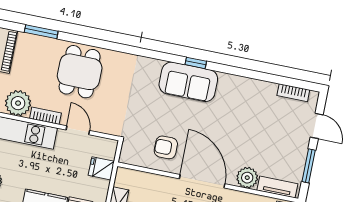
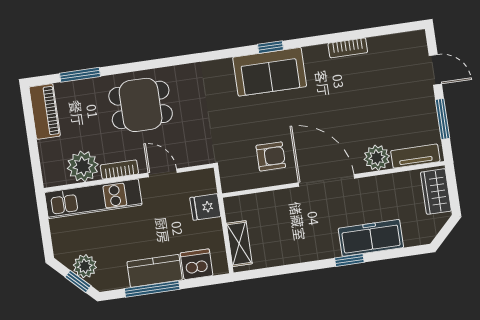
dining table: (80, 72) -> (141, 105), turned 90
bookcase: (293, 93) -> (348, 48), moved
armchair: (166, 147) -> (271, 156), turned 180

